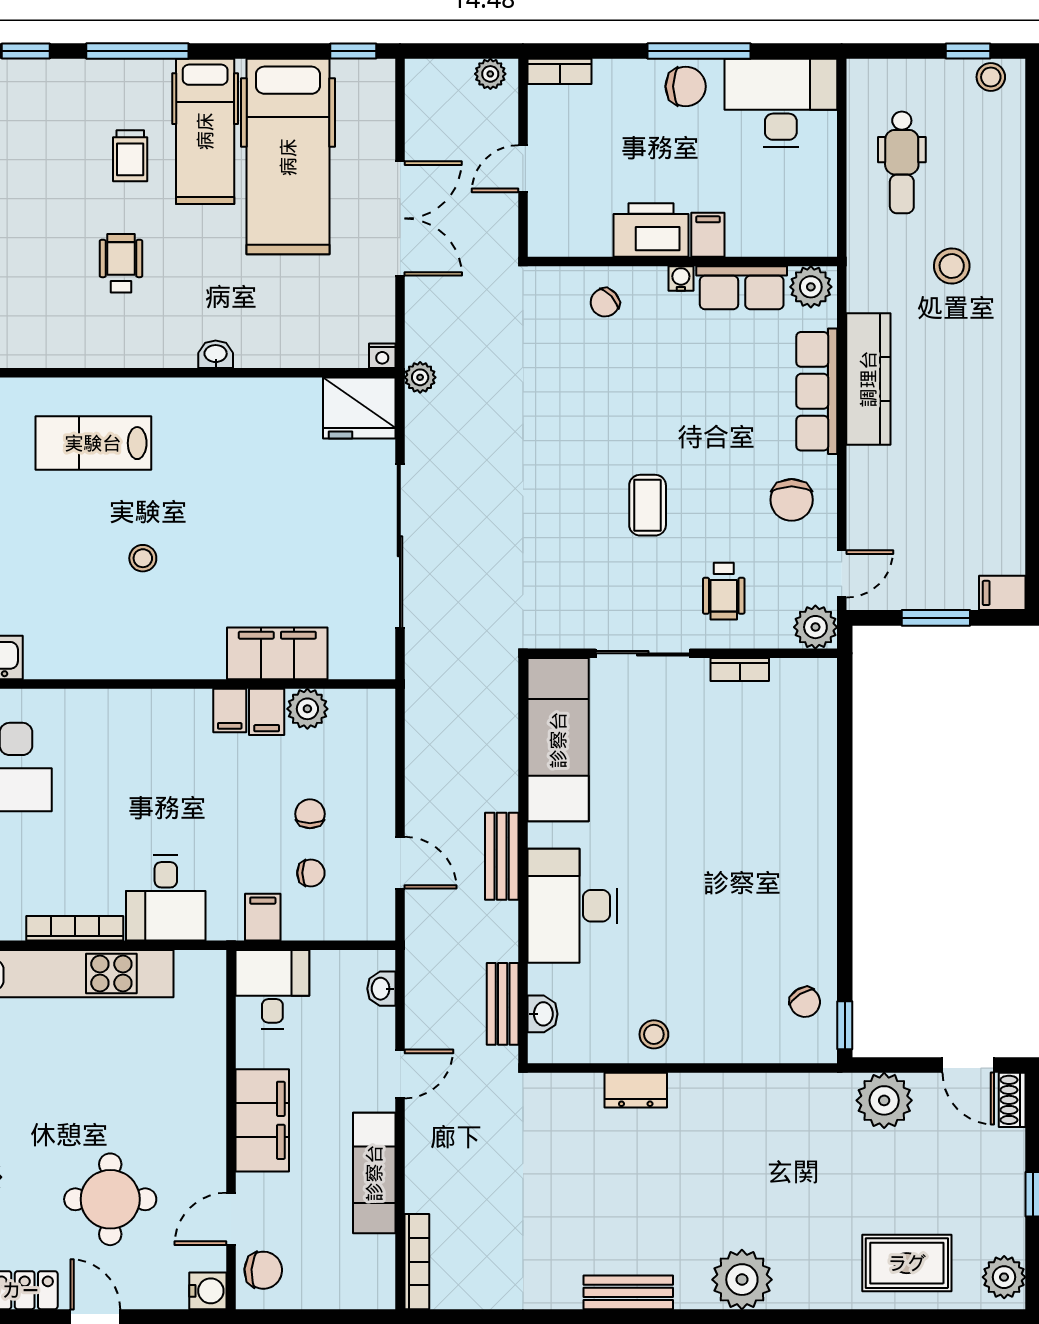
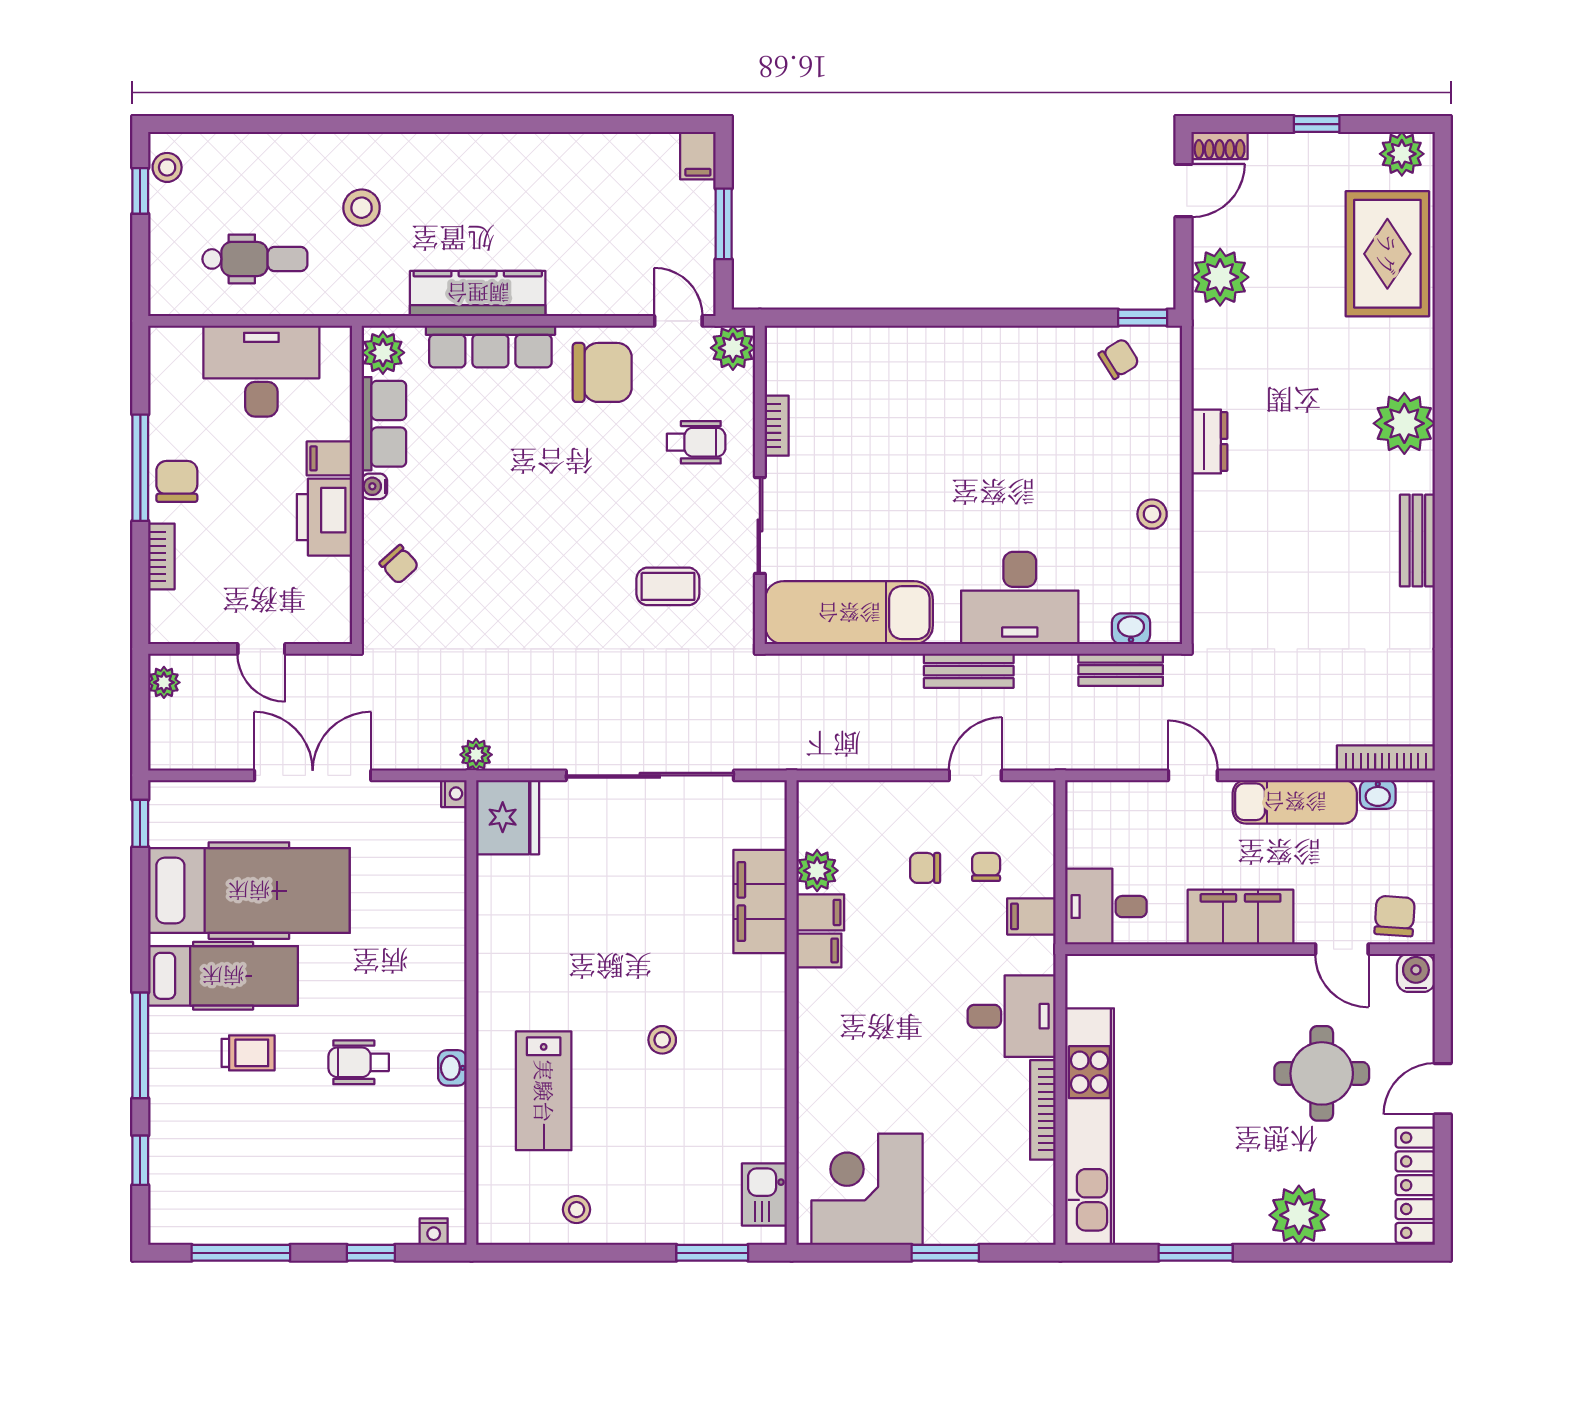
bookcase: (560, 71) -> (161, 556), moved
desk: (781, 103) -> (261, 371), moved, turned 90
washbasin: (216, 354) -> (452, 1068), moved
chair: (792, 500) -> (602, 372), width x1.37, depth x1.37
coffee table: (648, 505) -> (668, 586), moved
washbasin: (381, 989) -> (1378, 794), moved
dresser: (636, 1090) -> (1209, 442), moved
rug: (907, 1263) -> (1387, 254), width x1.36, depth x1.43

